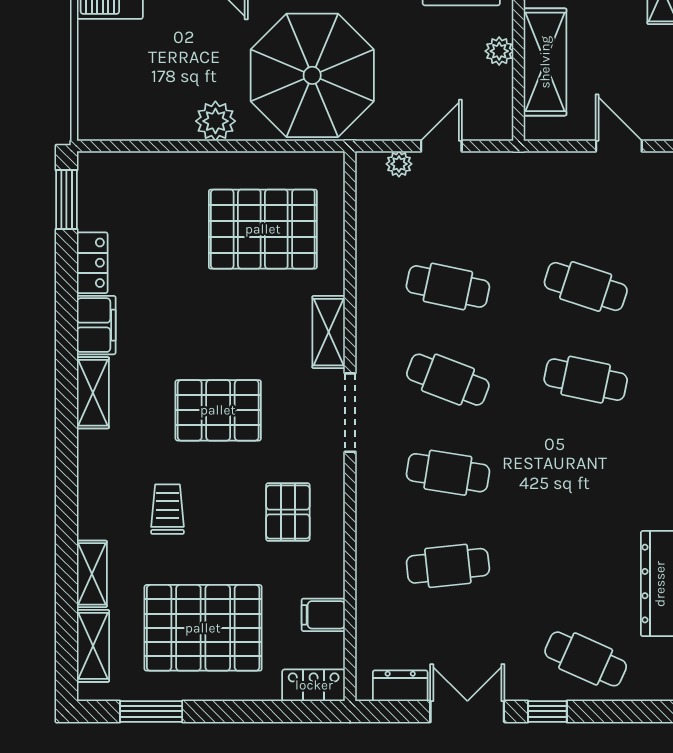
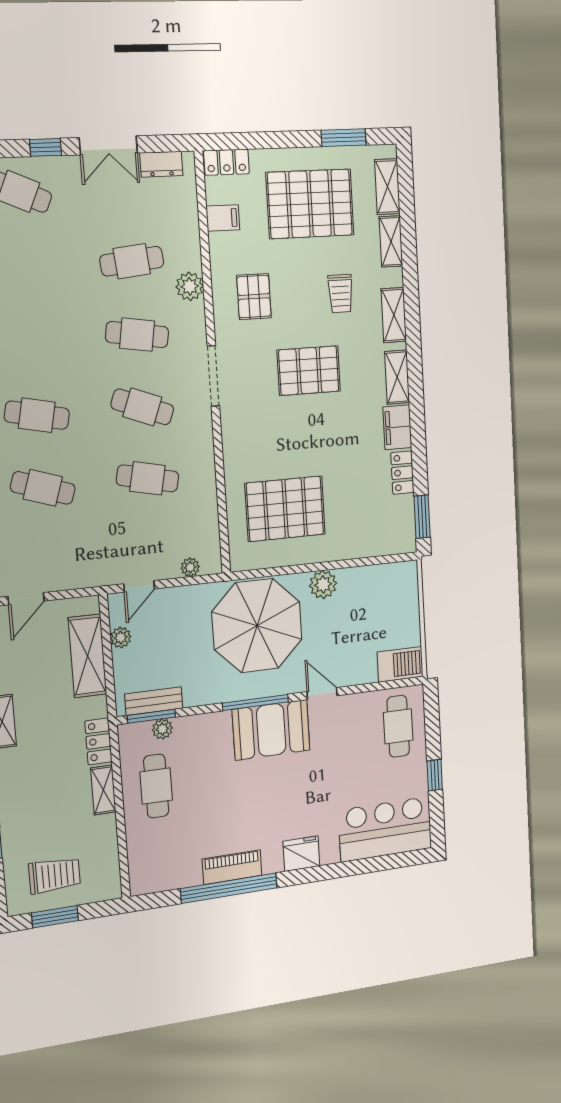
plant: (499, 51) -> (121, 638), moved
door: (441, 146) -> (139, 586), moved
door: (619, 146) -> (26, 599), hinge flipped
shelving: (329, 332) -> (394, 315), moved
plant: (374, 530) -> (190, 286), added

